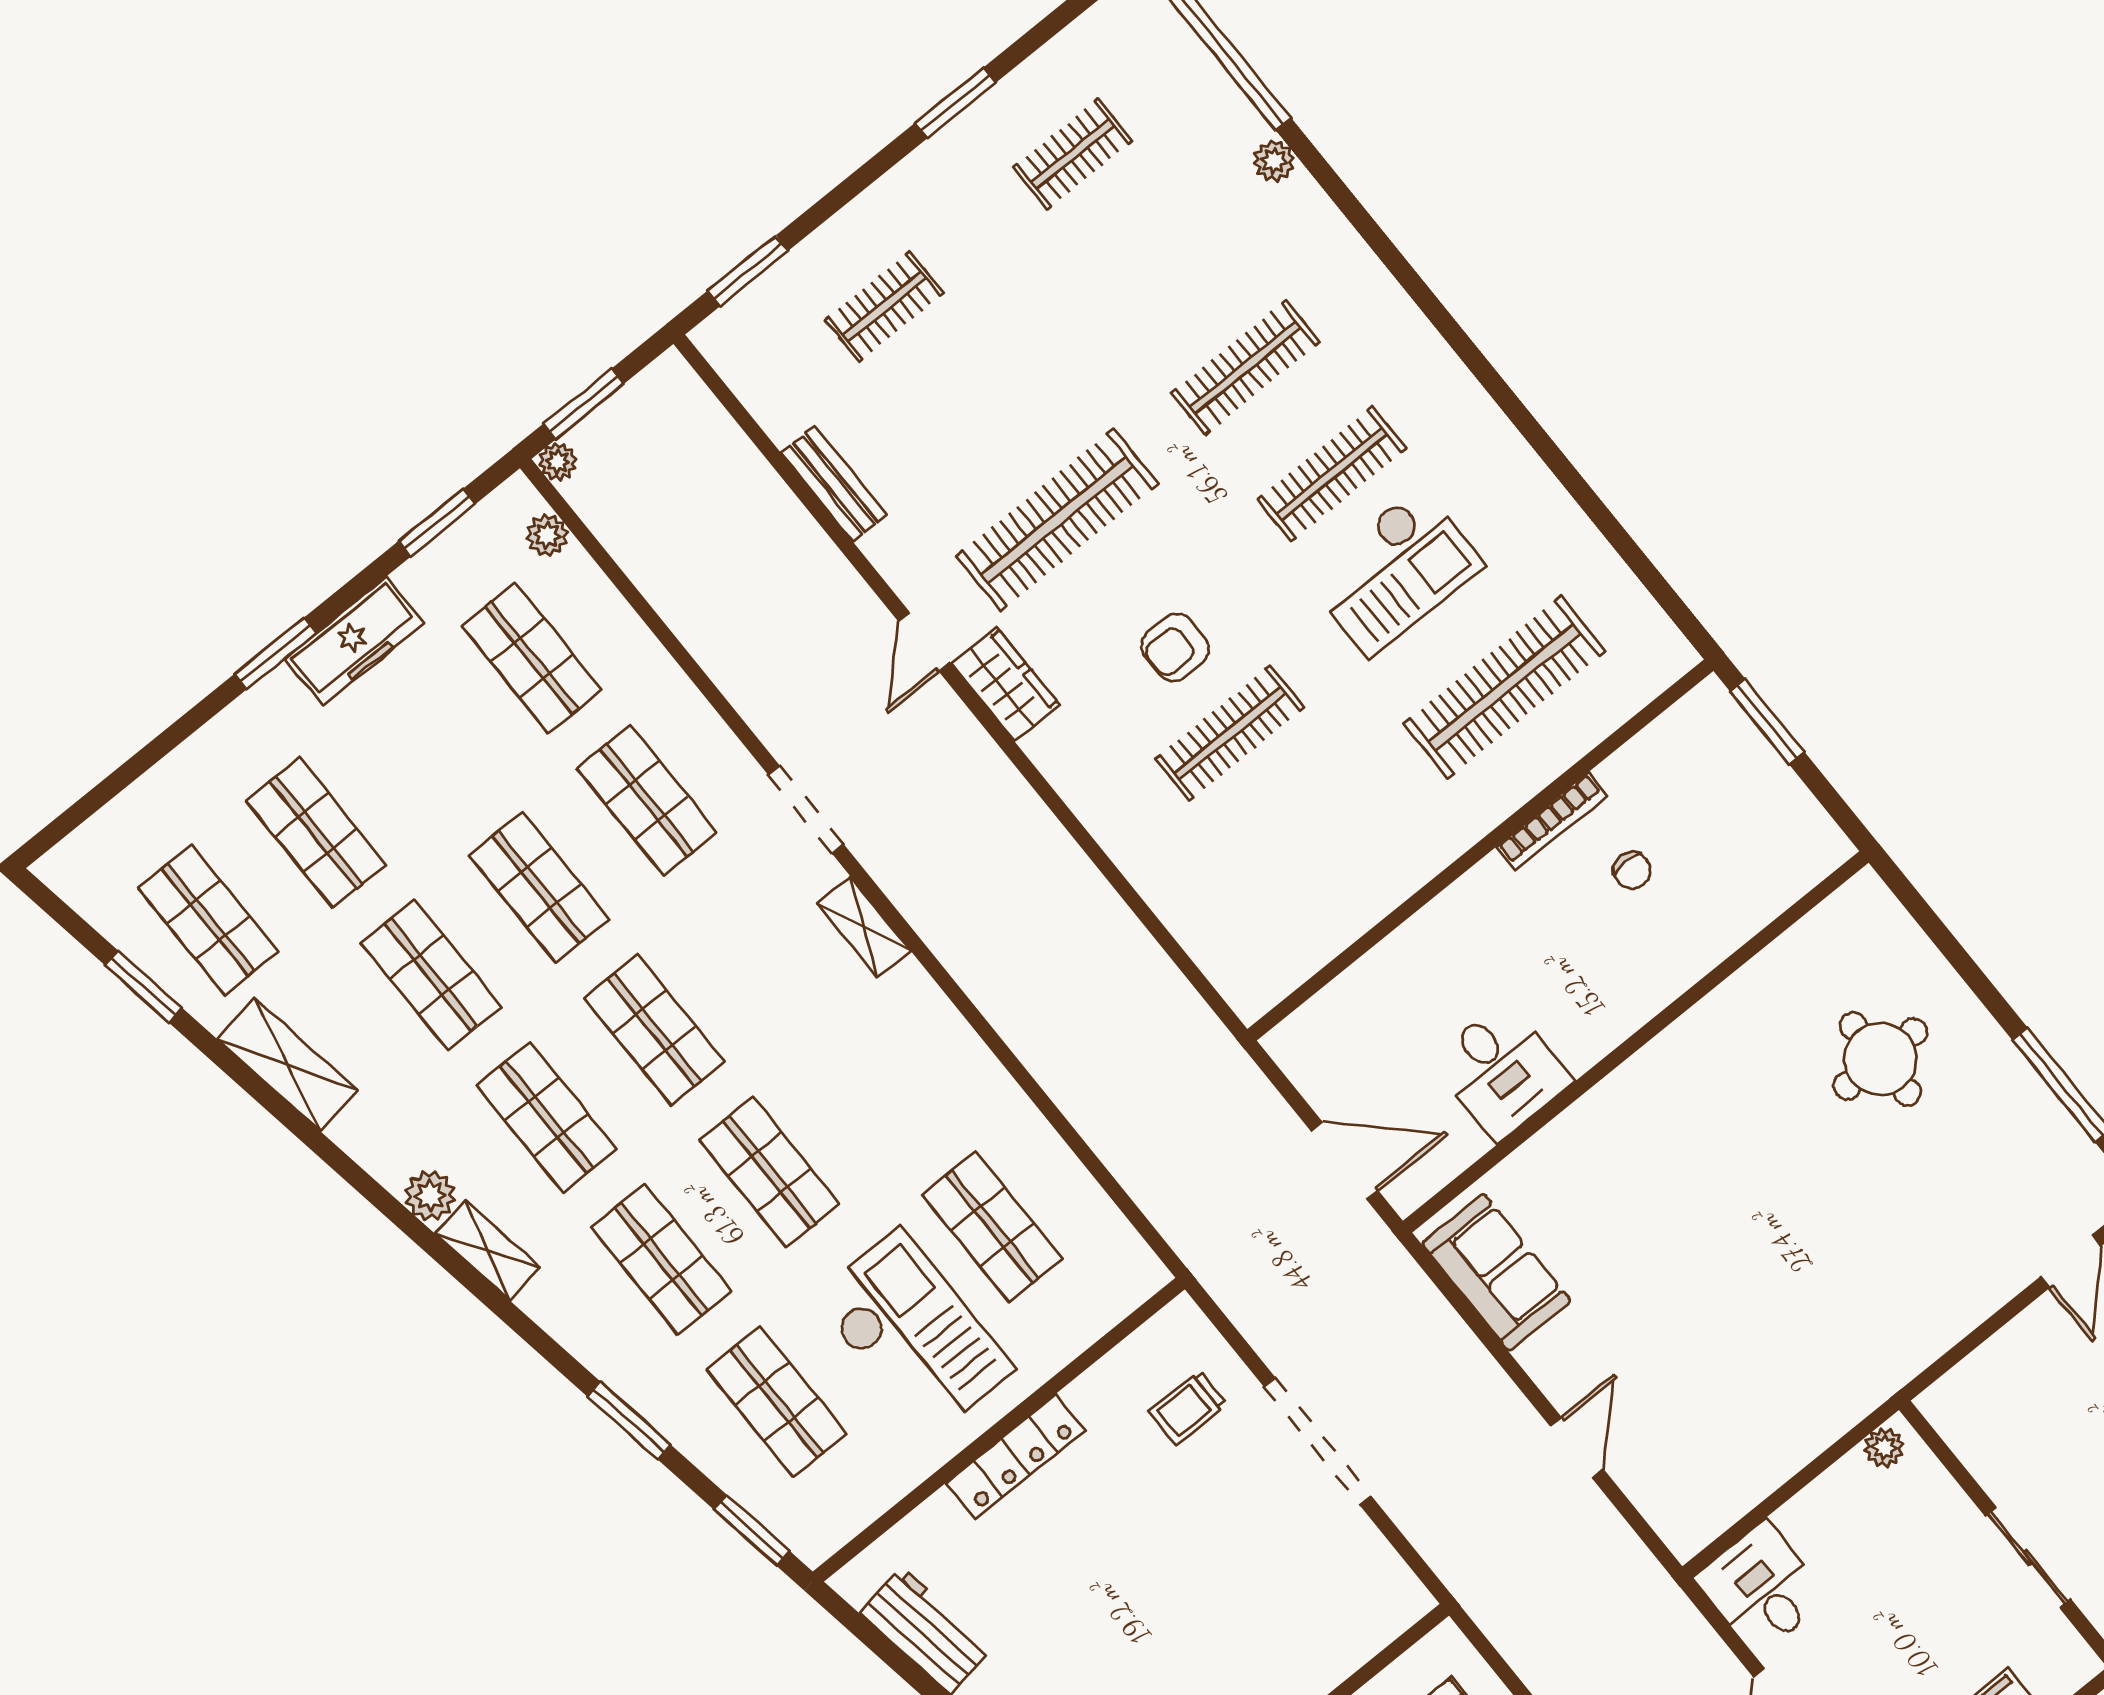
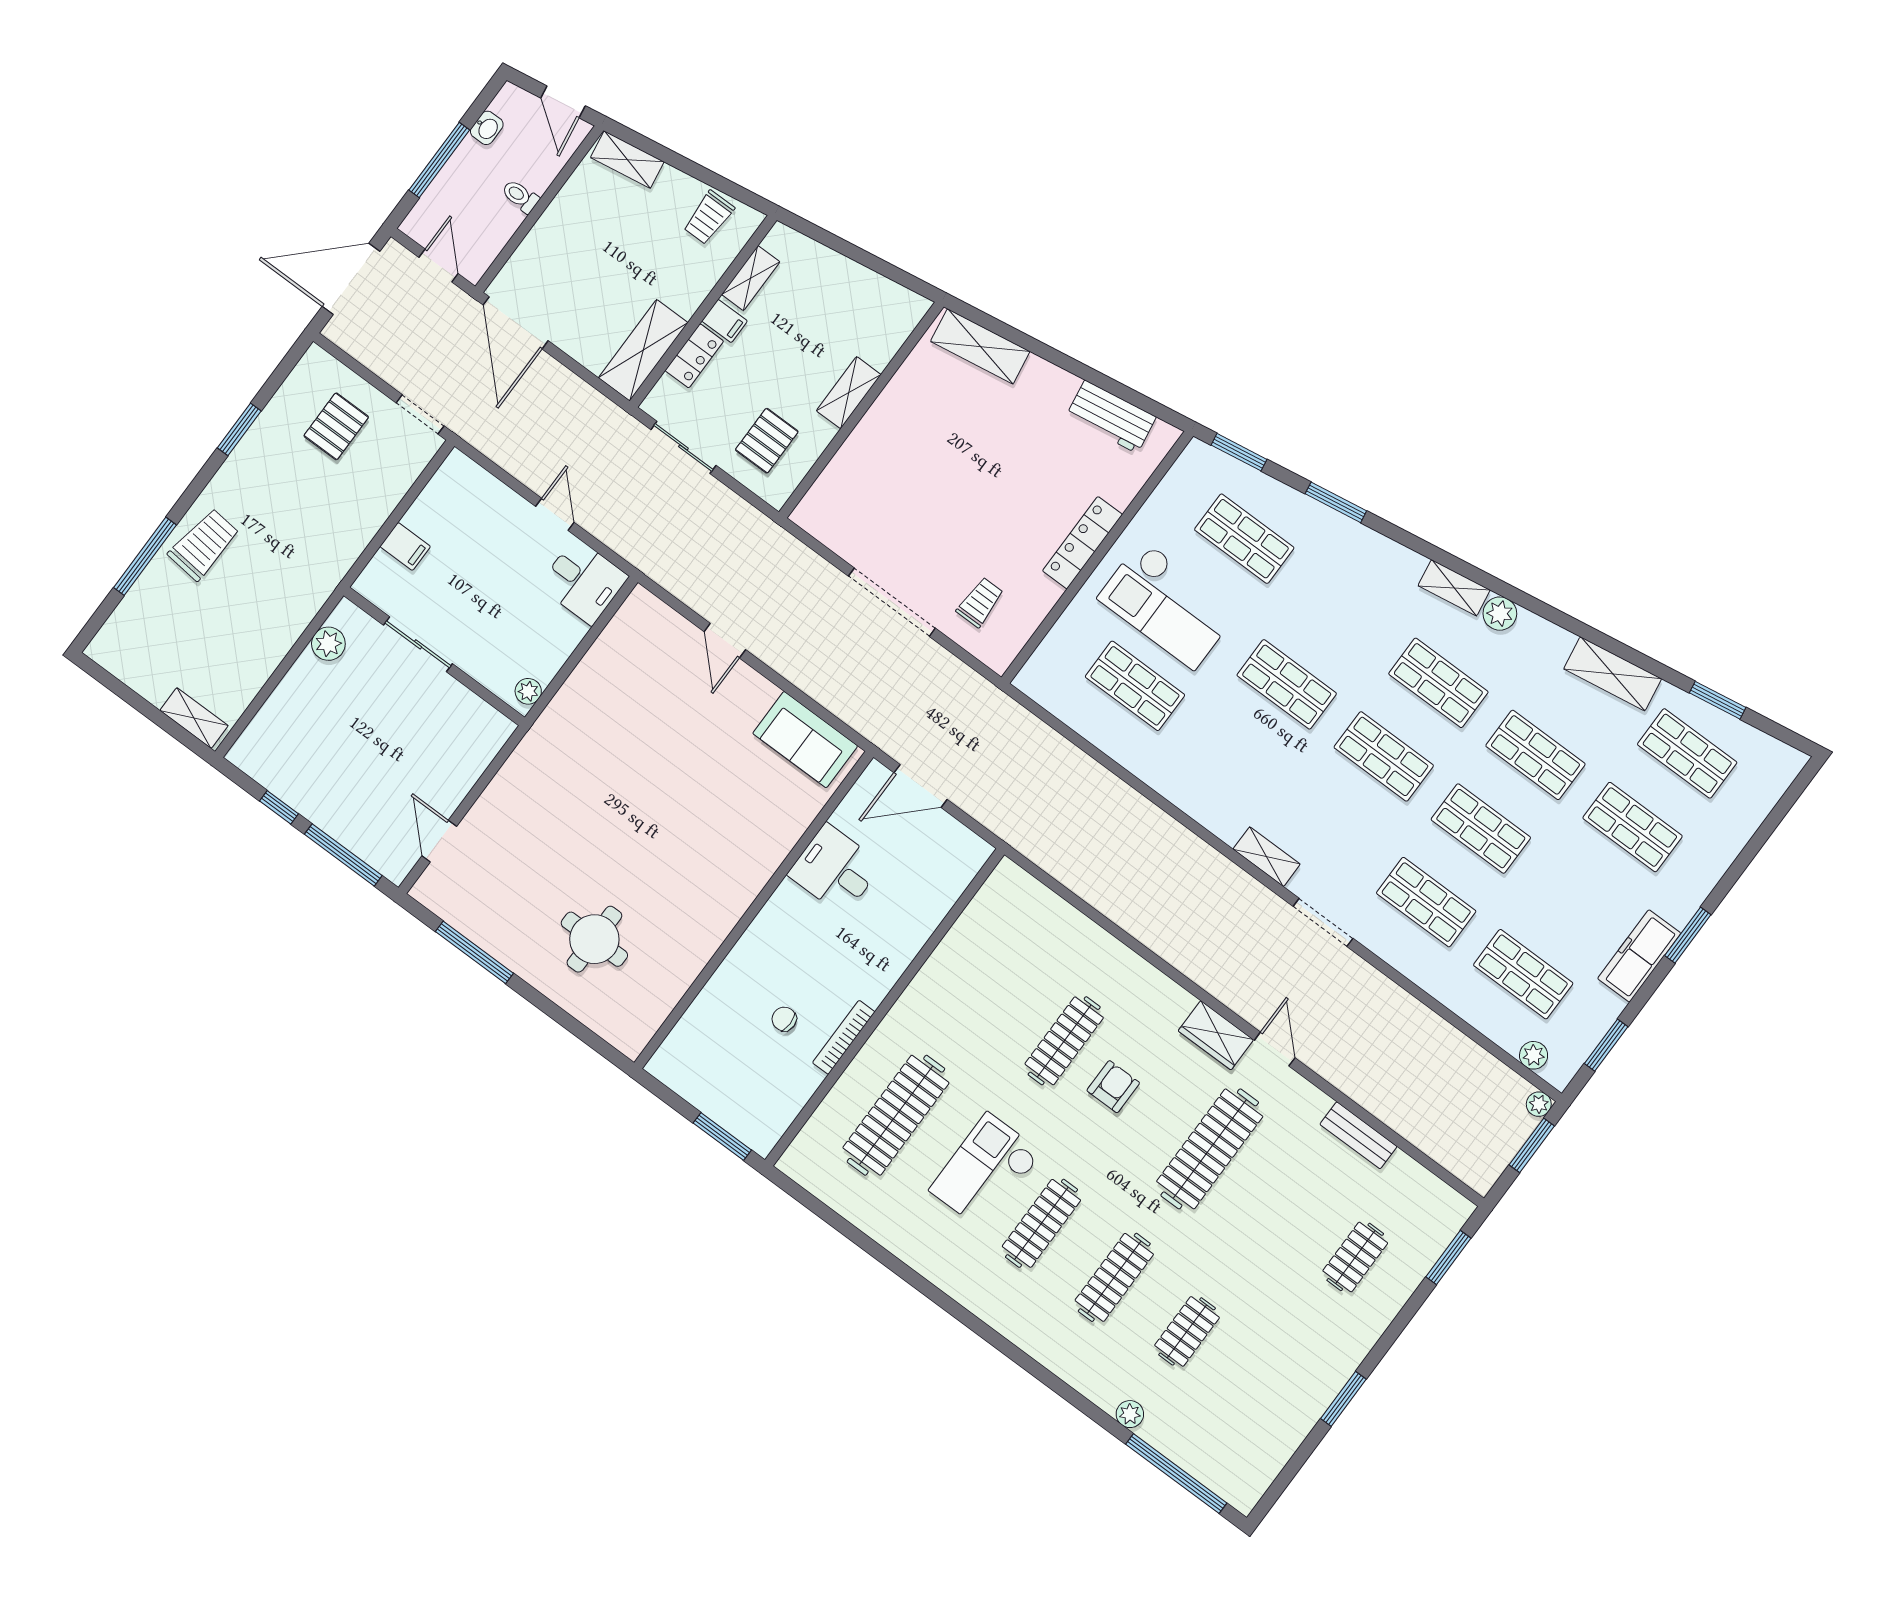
clothes rail: (1073, 154) -> (1187, 1331), moved
shop shelf: (662, 1259) -> (1341, 611), removed

